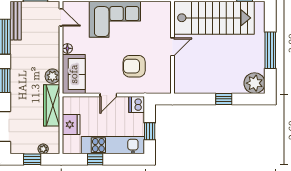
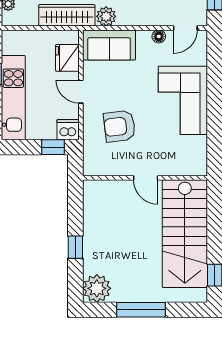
floor lamp: (67, 48) -> (159, 36), moved
armchair: (134, 66) -> (120, 126), turned -97
fridge: (71, 125) -> (67, 58), moved, turned 90
window: (150, 131) -> (53, 147), moved

